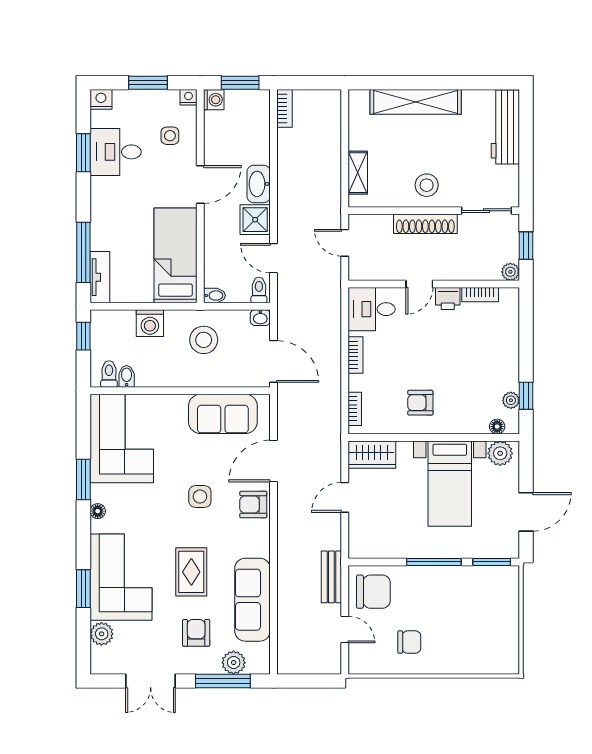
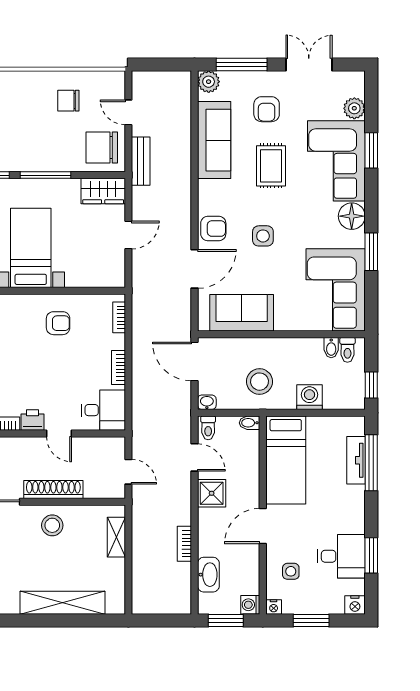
bookcase: (284, 108) -> (184, 544), moved
washbasin: (259, 184) -> (208, 575), moved
tv unit: (100, 277) -> (356, 460), moved
door: (419, 284) -> (59, 433), swing flipped
wardrobe: (372, 455) -> (103, 191), moved, turned 180
floor lamp: (98, 511) -> (352, 216), width x1.89, depth x1.89
plant: (234, 663) -> (209, 82), moved

